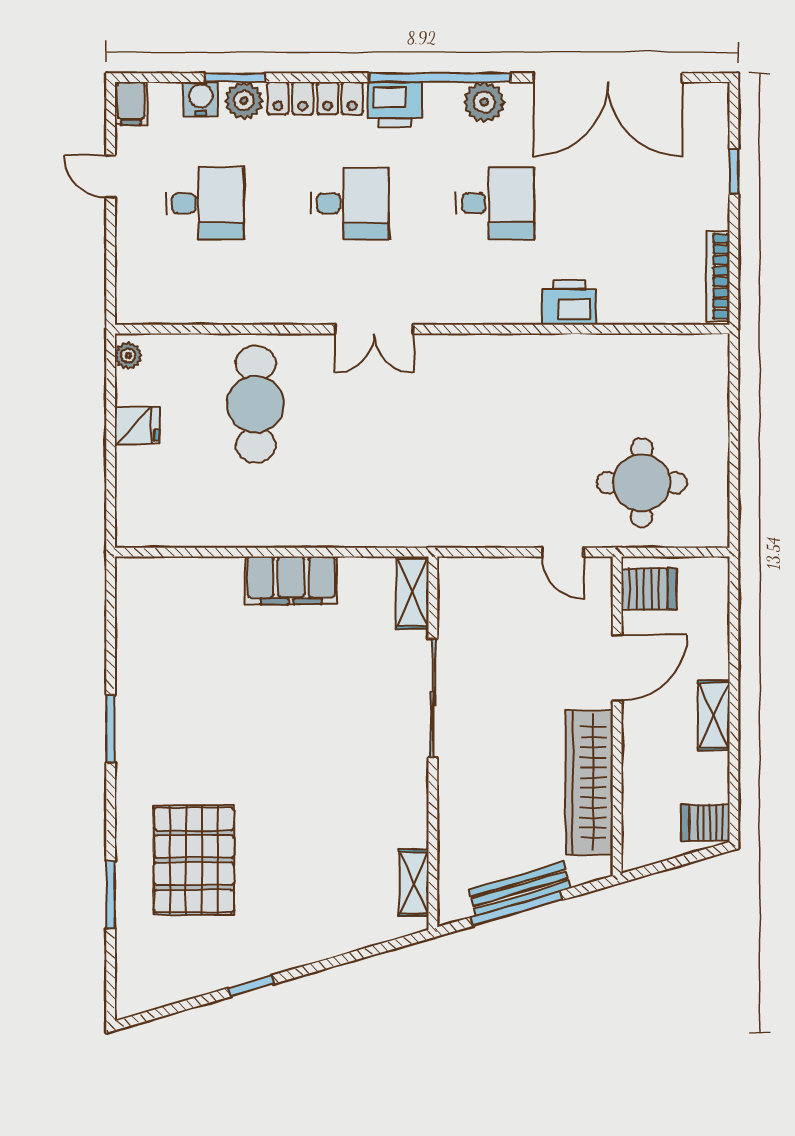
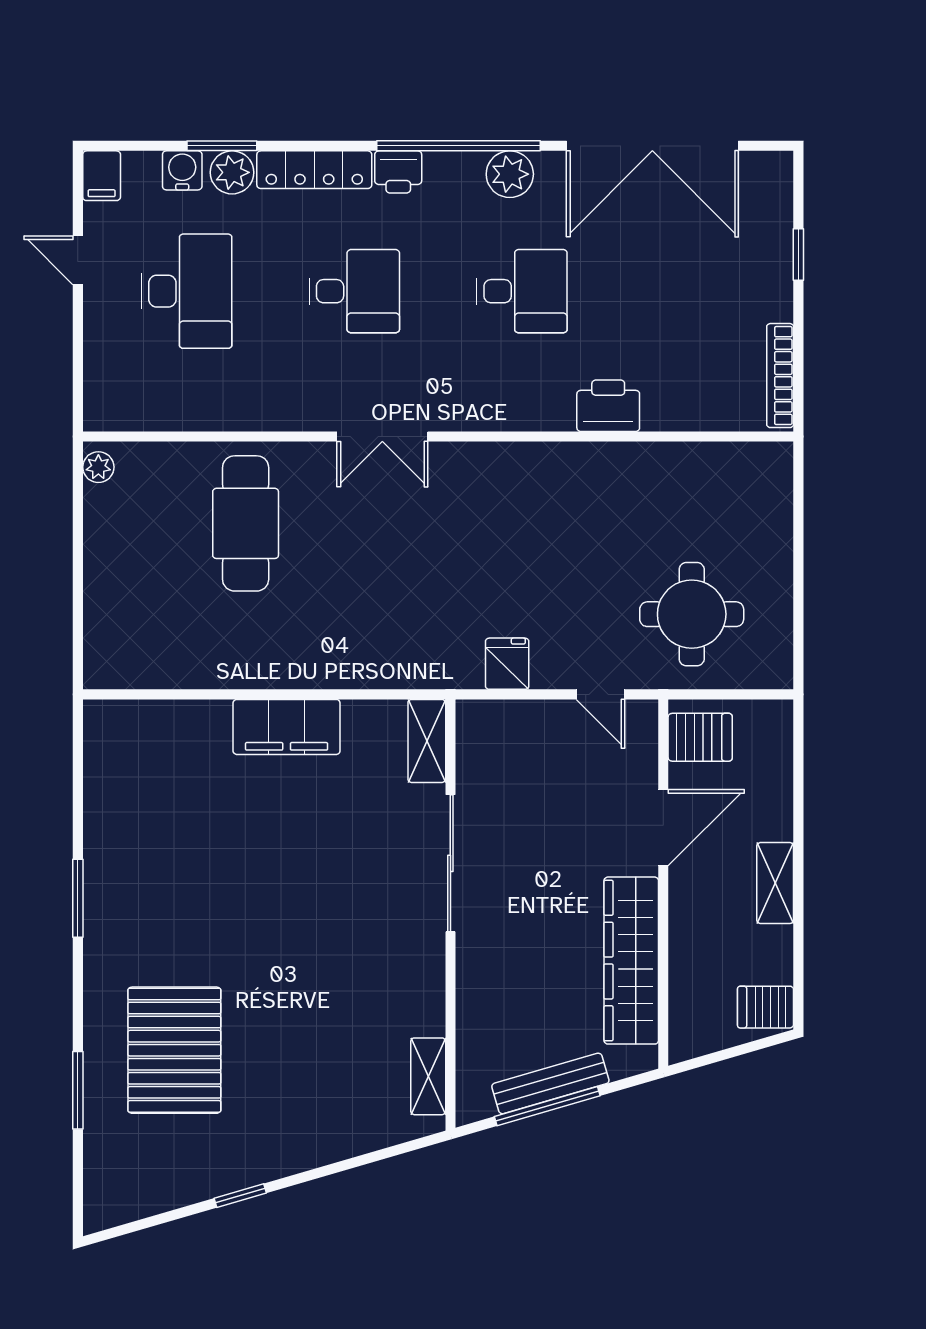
printer: (395, 105) -> (398, 172), width x0.73, depth x0.81
desk: (205, 203) -> (187, 291), width x1.37
fridge: (137, 425) -> (507, 664), moved, turned -90

